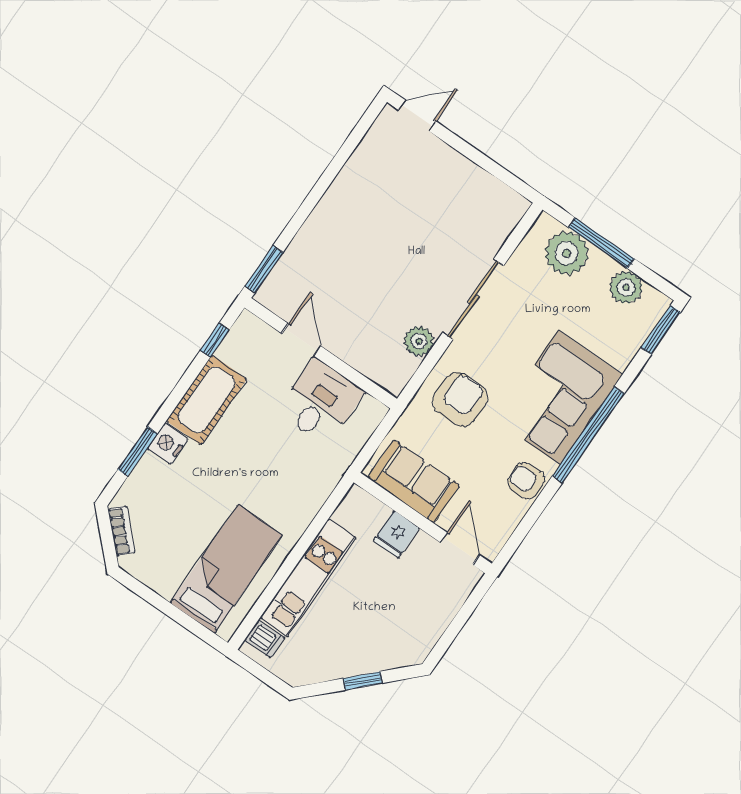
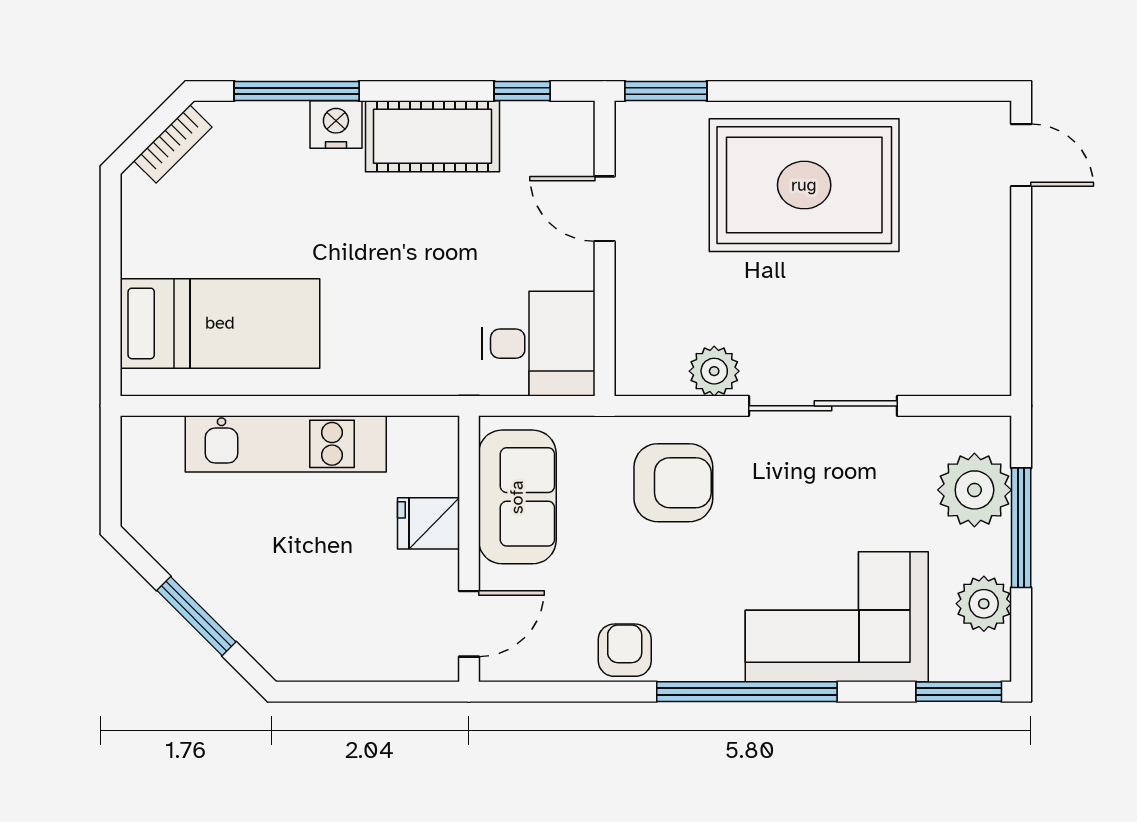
rug: (358, 233) -> (804, 185), added
door: (301, 340) -> (605, 209), swing flipped
corner sofa: (559, 398) -> (837, 617), moved
desk: (321, 402) -> (538, 344), moved
window: (138, 452) -> (297, 91), width x1.44
dishwasher: (265, 639) -> (161, 442), removed
window: (363, 681) -> (196, 616), width x1.50

